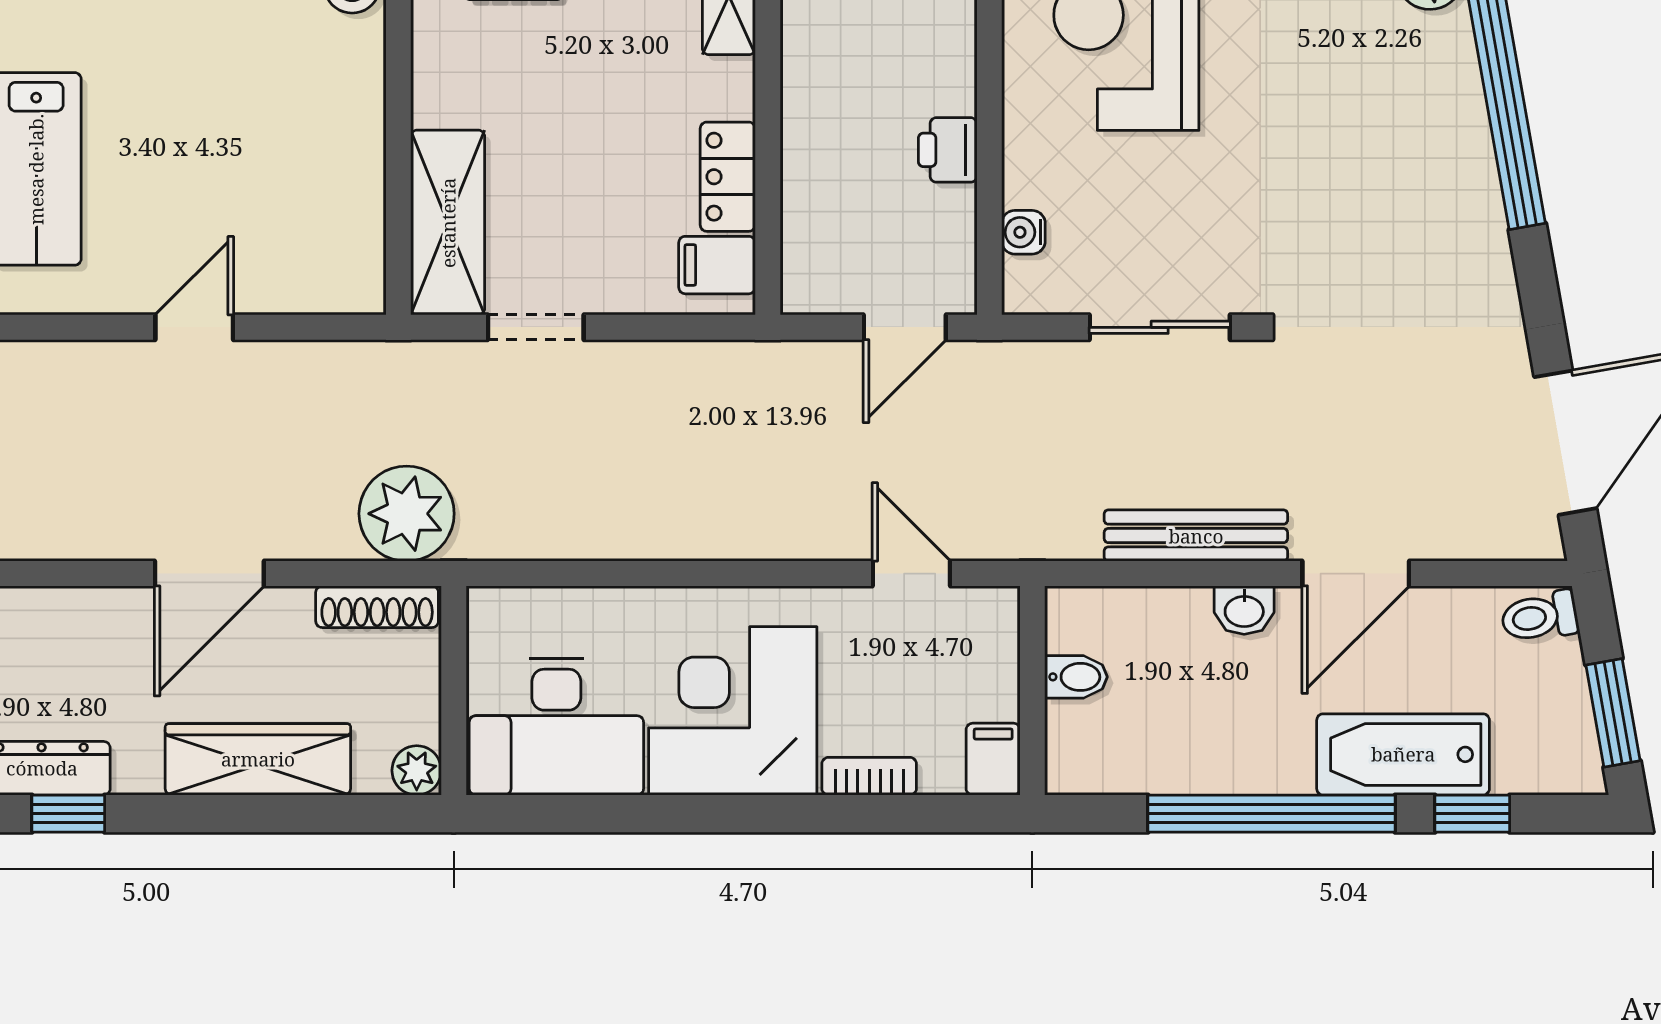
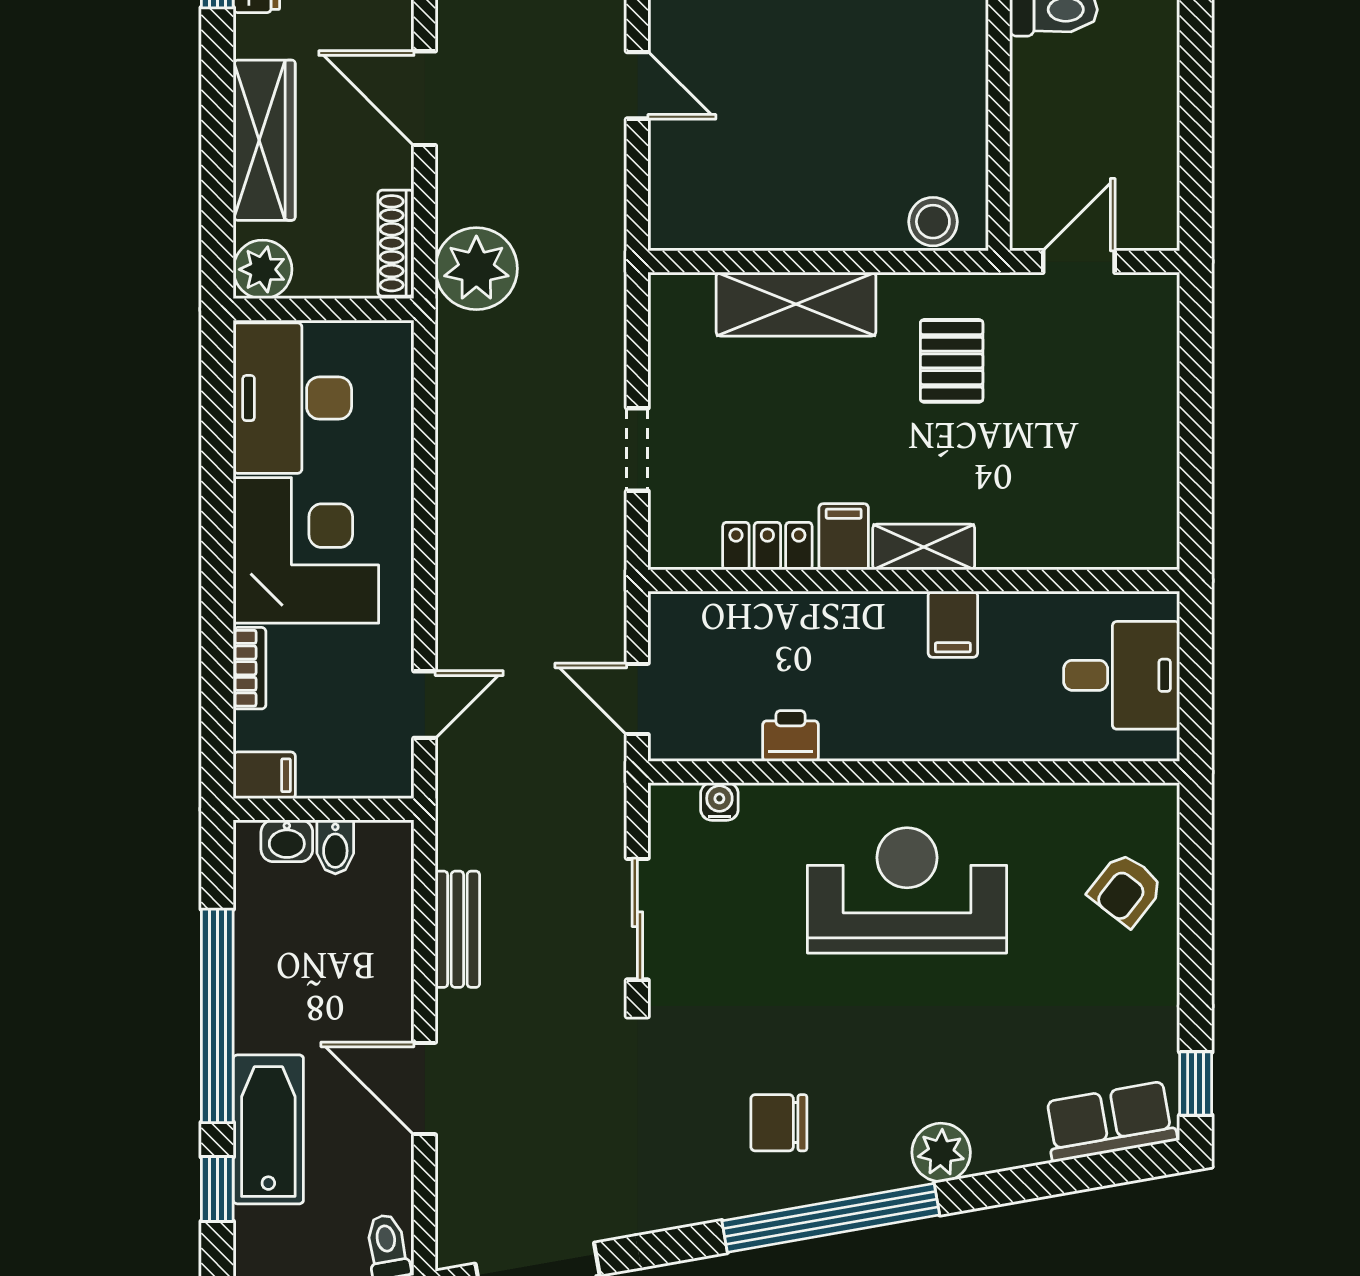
chair: (1395, 163) -> (779, 1123), added
shelving: (448, 223) -> (796, 304), moved
filing cabinet: (717, 265) -> (844, 537), moved
doorway: (536, 327) -> (637, 450), moved
bench: (1196, 536) -> (457, 929), width x0.73
washbasin: (1244, 610) -> (287, 841), moved, turned -90
plant: (417, 770) -> (263, 269), width x1.38, depth x1.38

